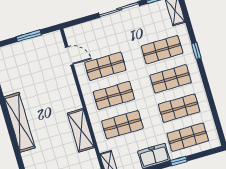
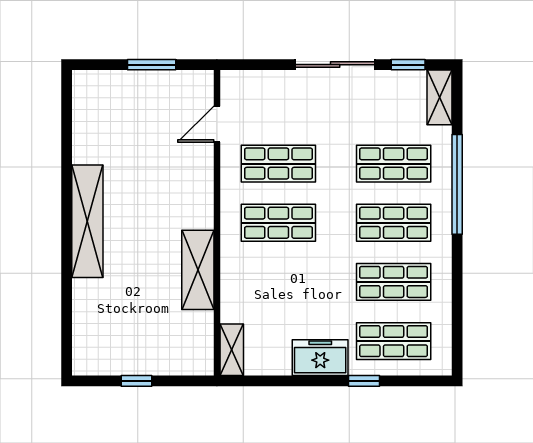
window: (196, 51) -> (457, 184), width x3.17
door: (69, 56) -> (217, 124), swing flipped
shop shelf: (122, 125) -> (278, 282), removed

